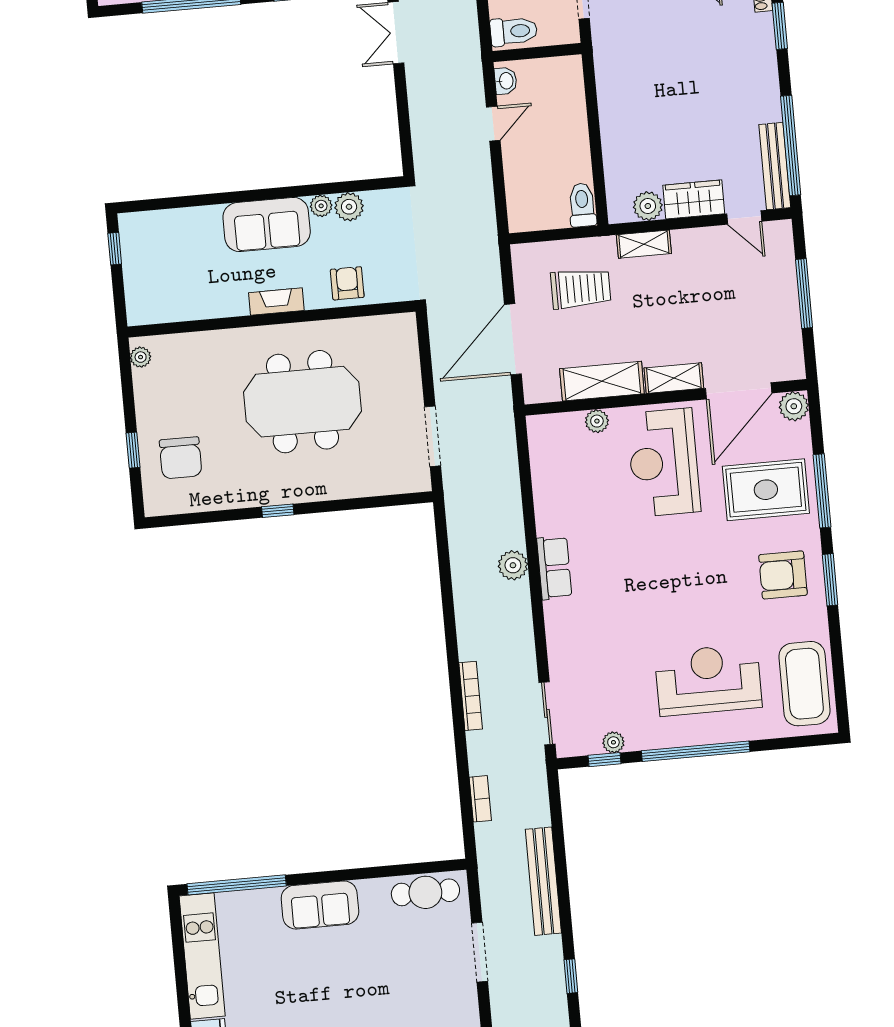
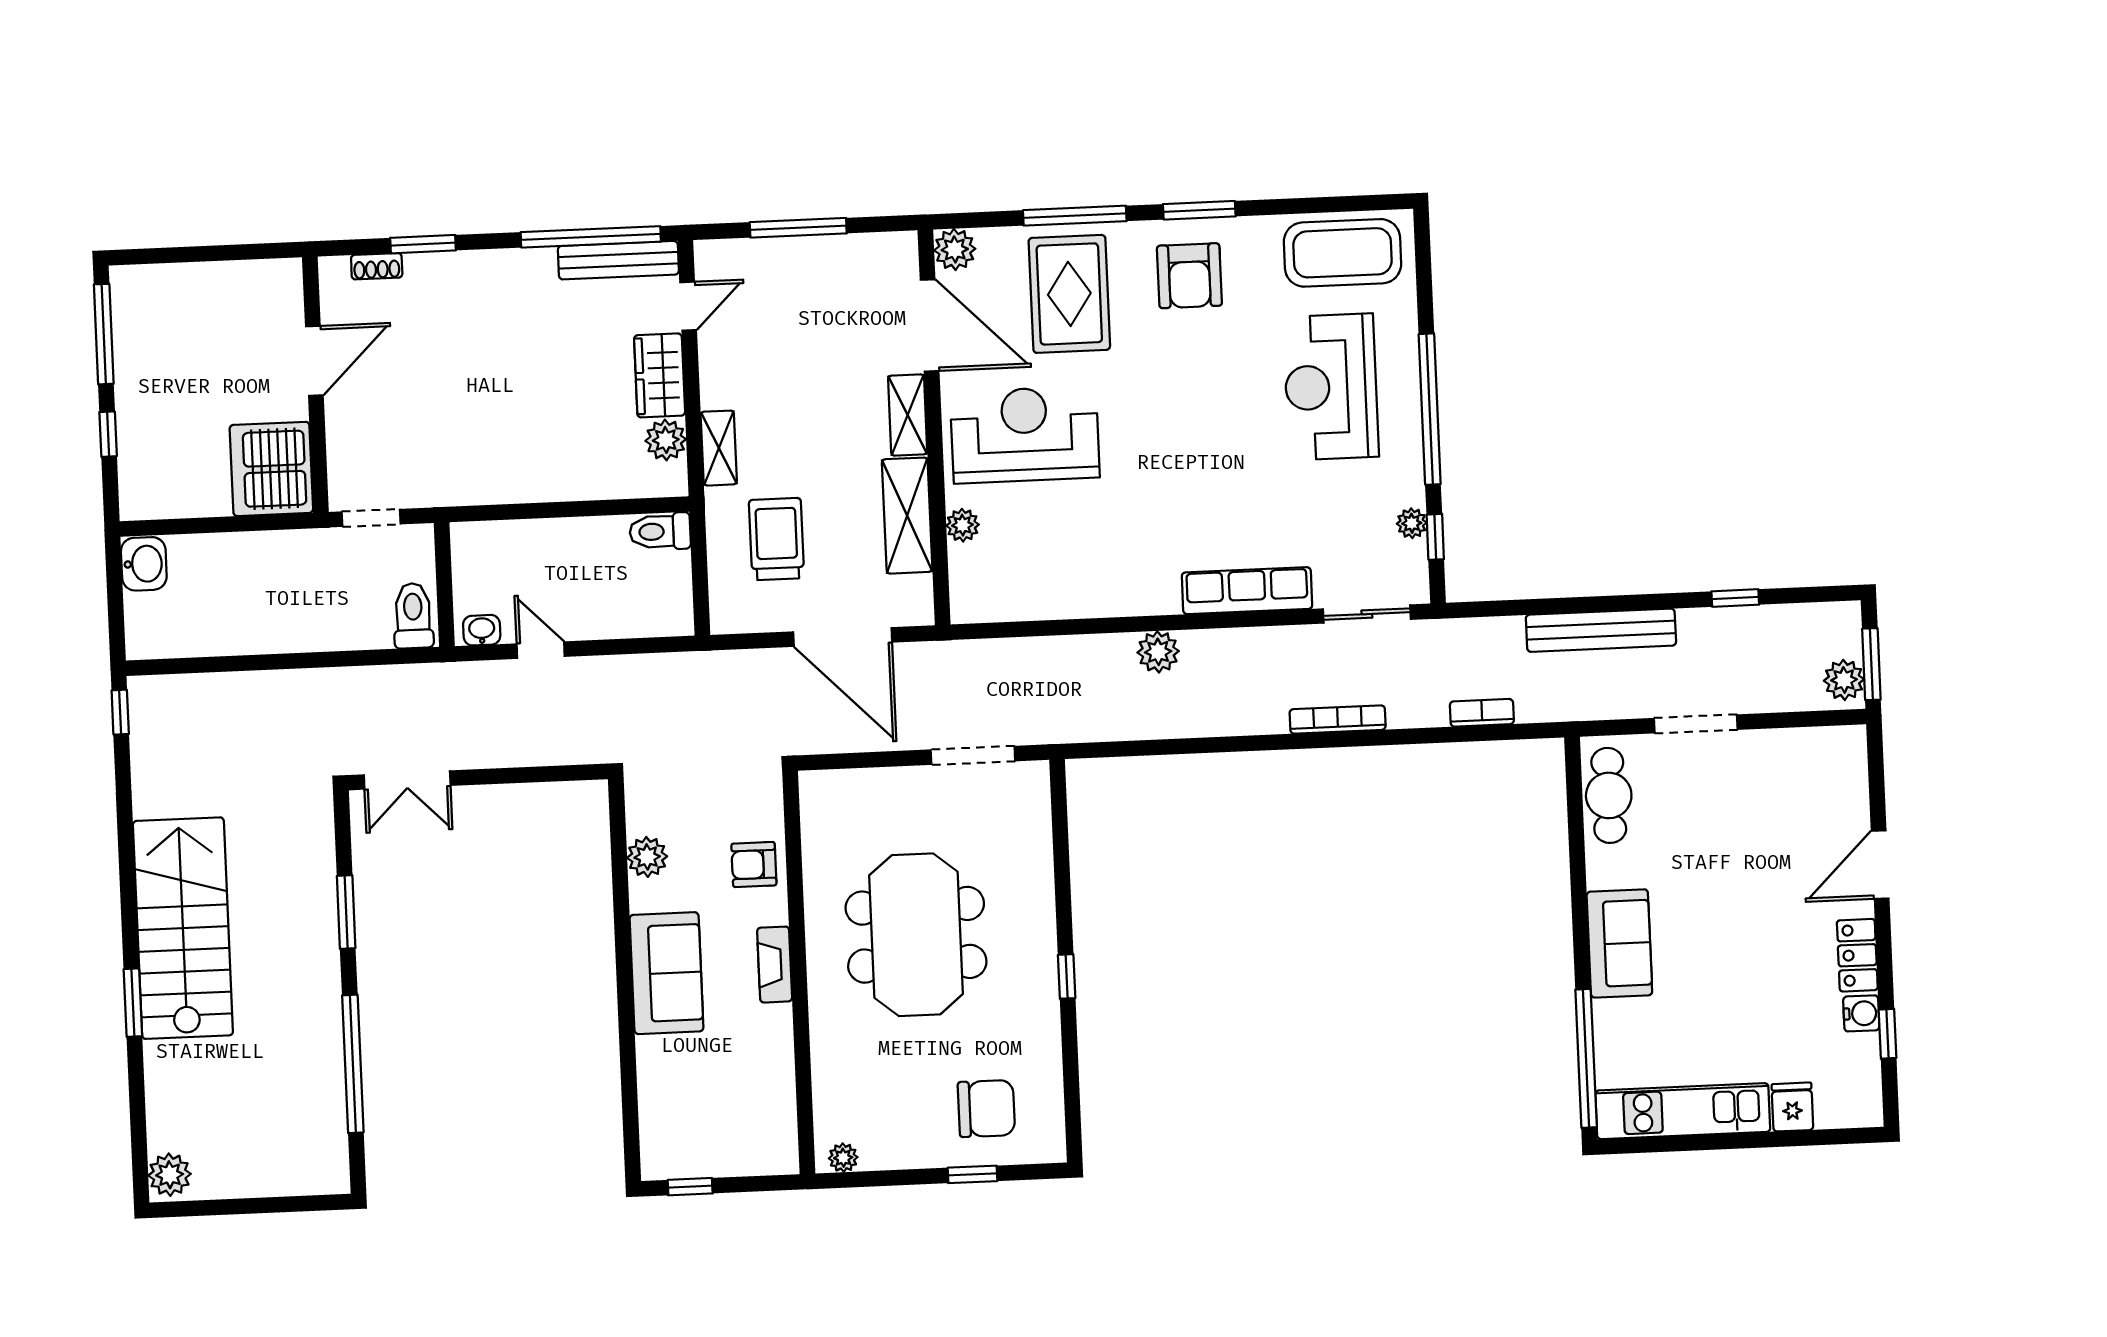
plant: (321, 206) -> (644, 896), removed
reception desk: (664, 463) -> (1025, 435), turned 180
row of seats: (554, 568) -> (1247, 591), moved, width x1.48

